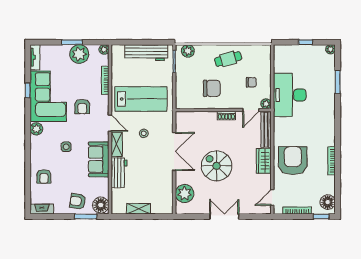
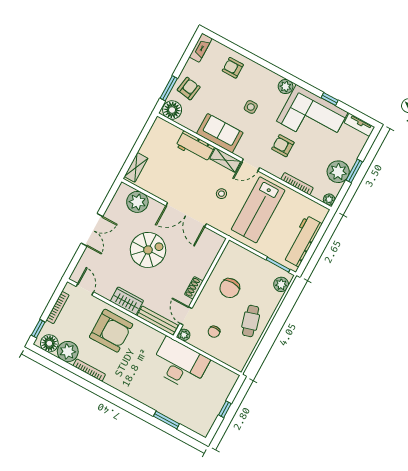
plant: (330, 49) -> (68, 352), moved, width x1.88, depth x1.88
shelving: (139, 209) -> (136, 167), moved

